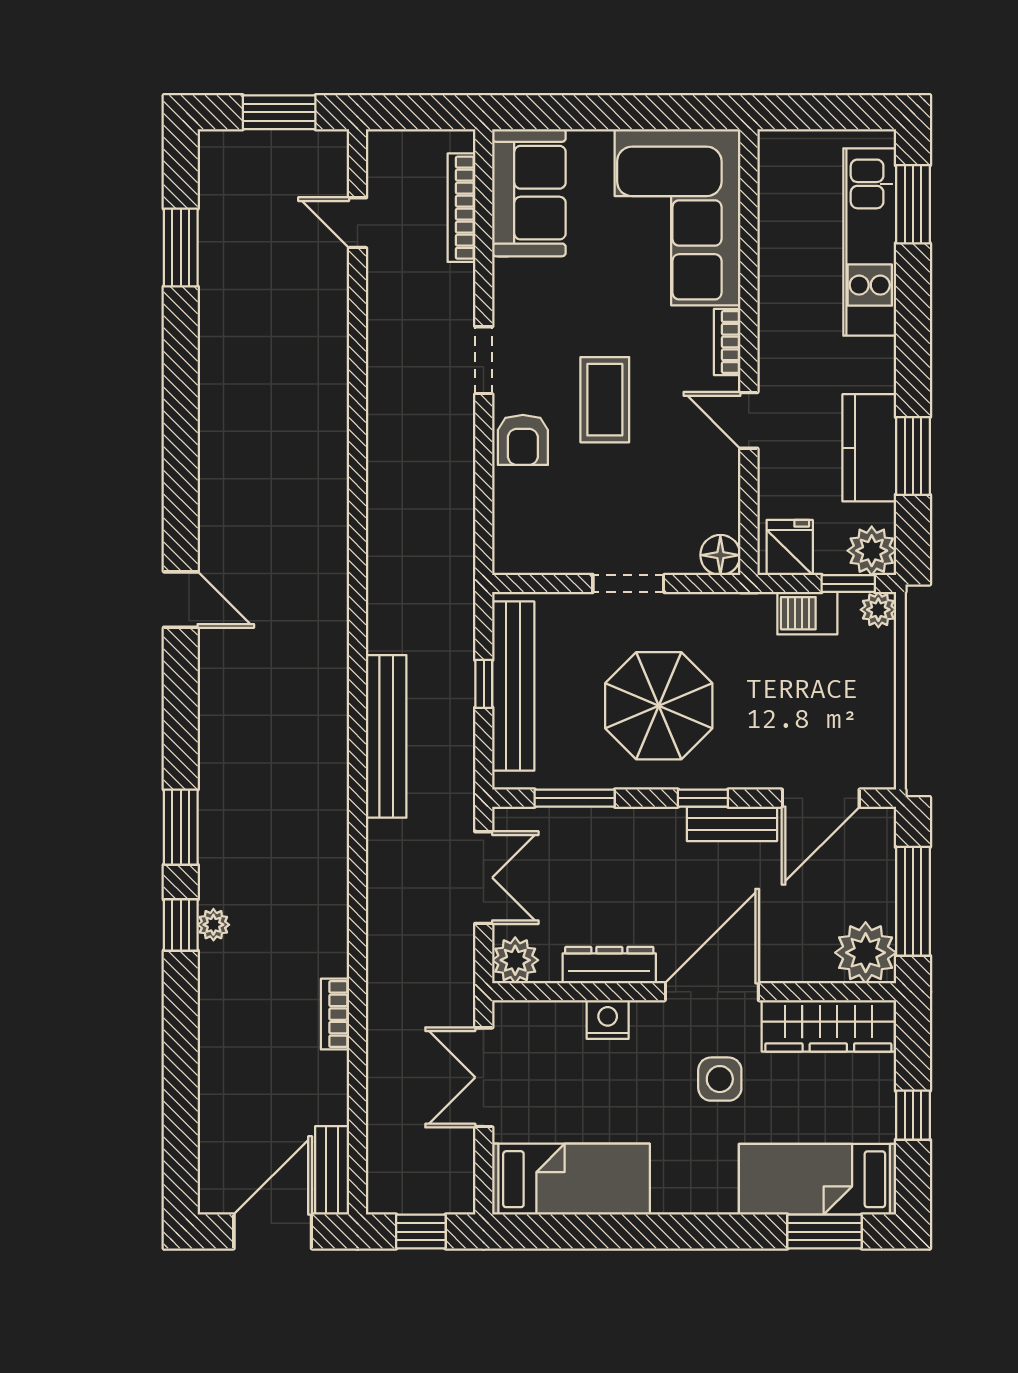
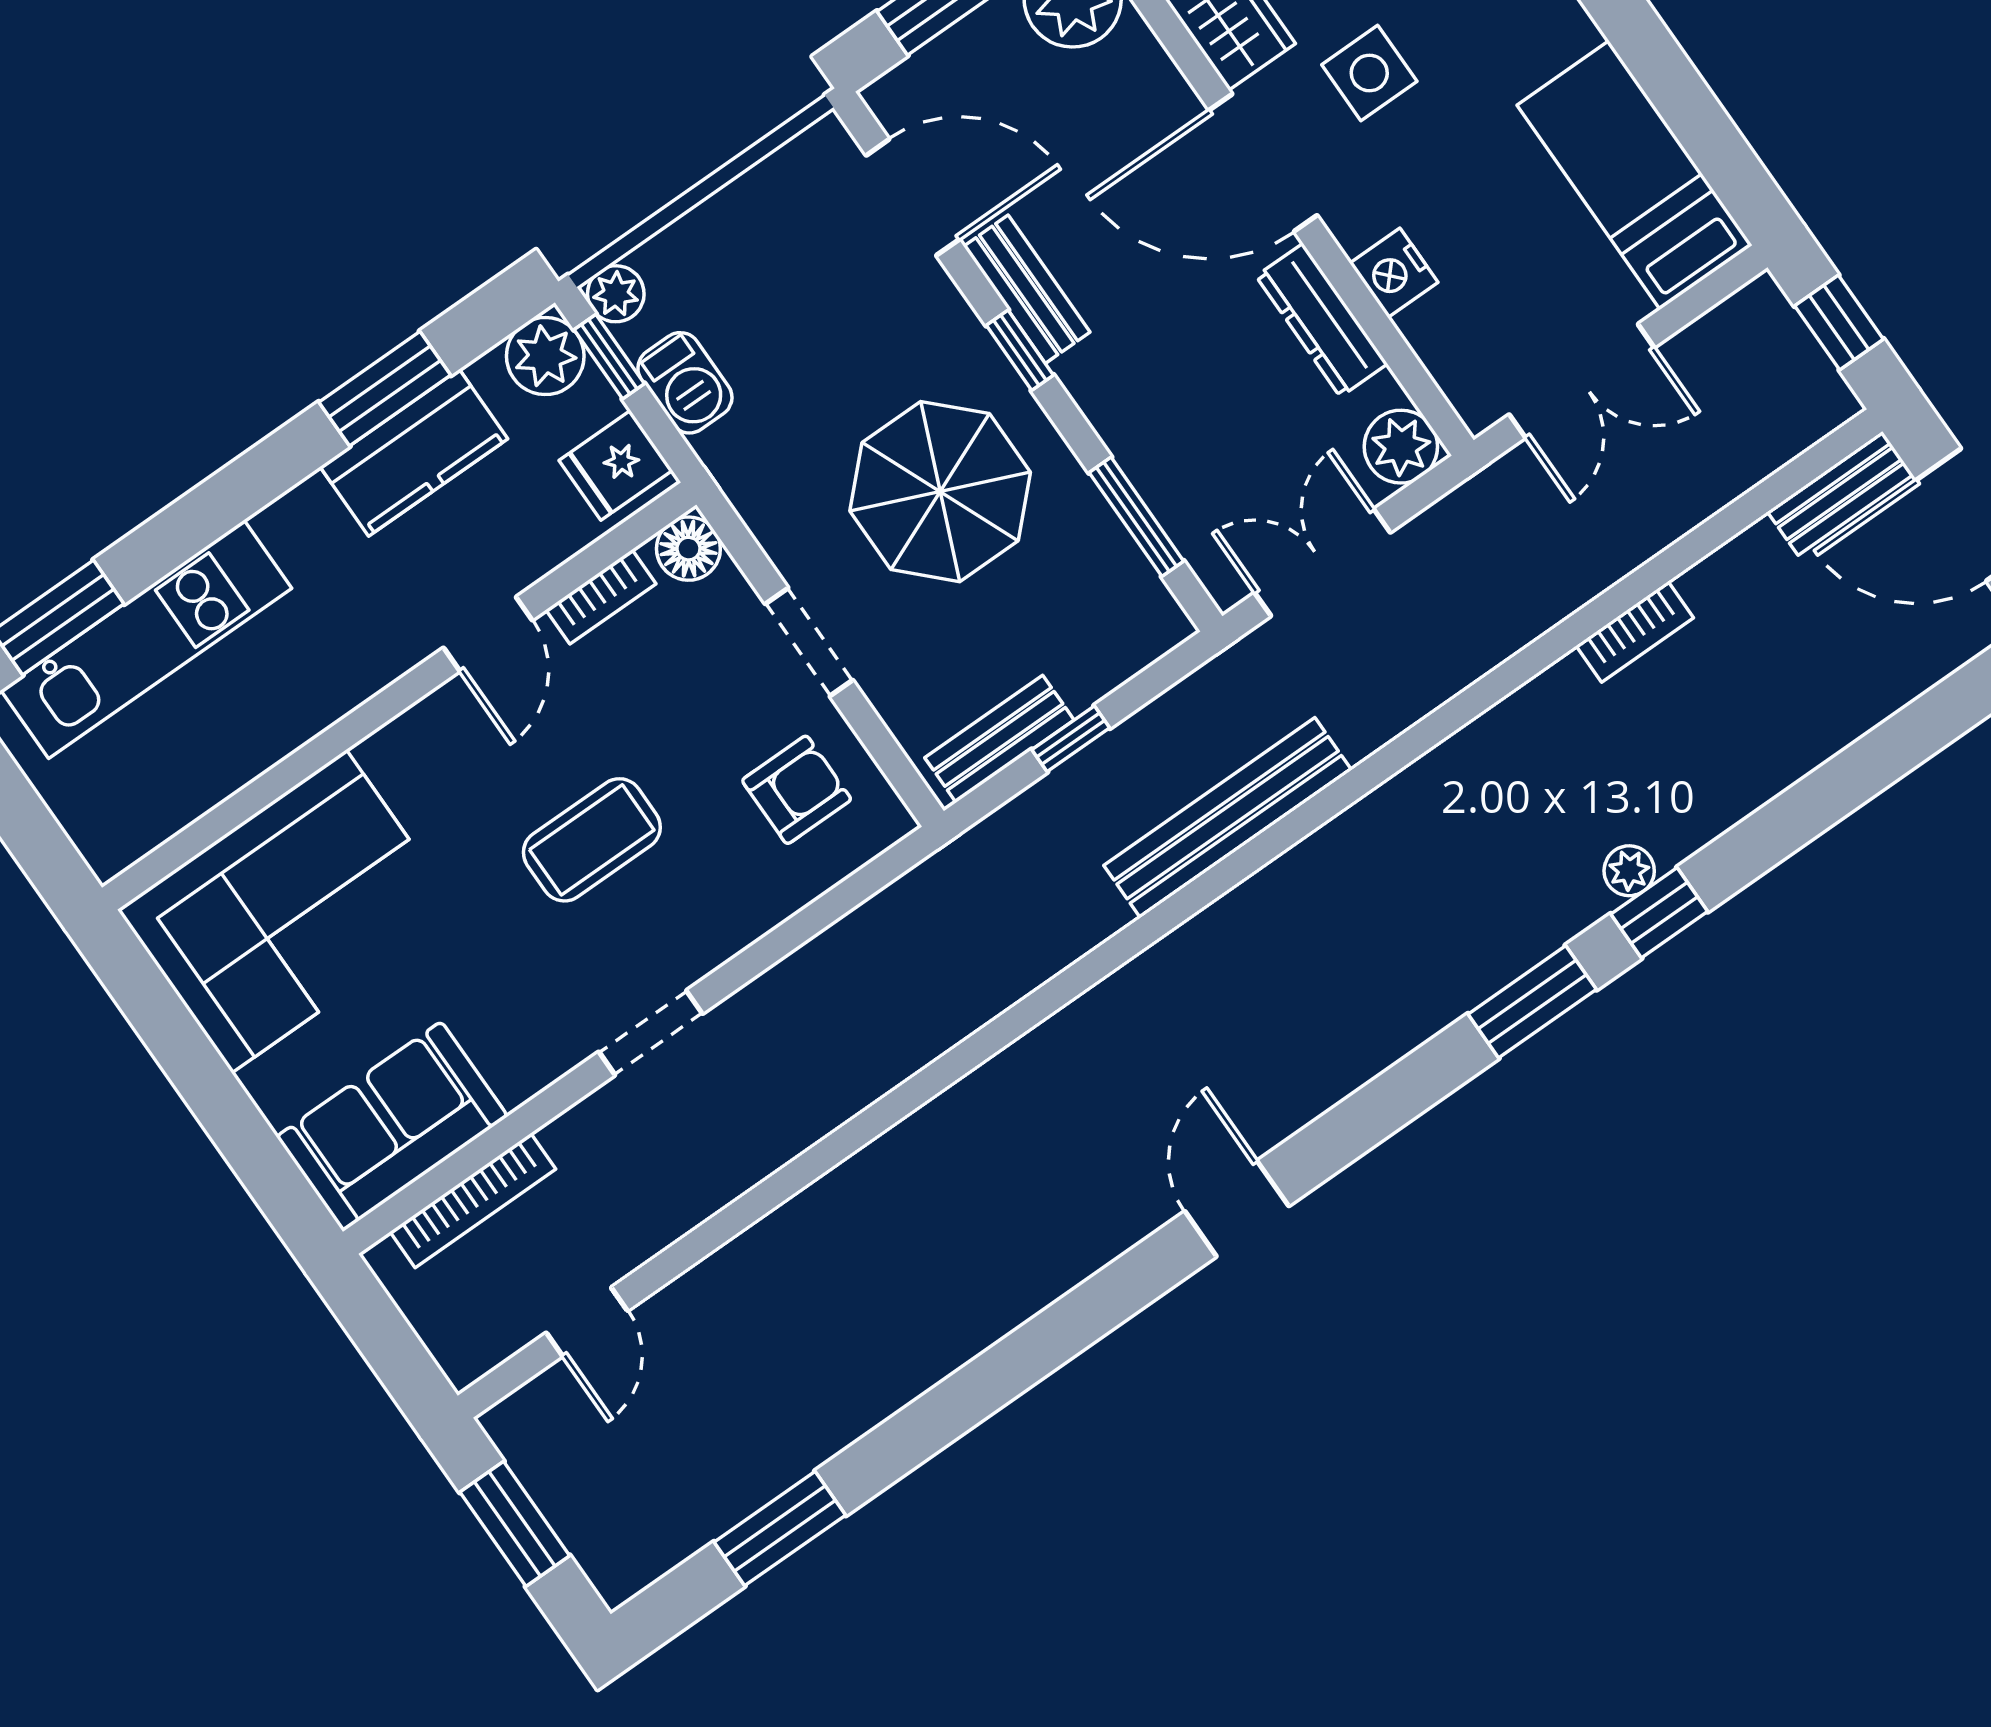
bookcase: (727, 342) -> (601, 597), moved
armchair: (523, 440) -> (797, 790), moved
bench: (513, 686) -> (999, 739), width x0.54, depth x0.82

